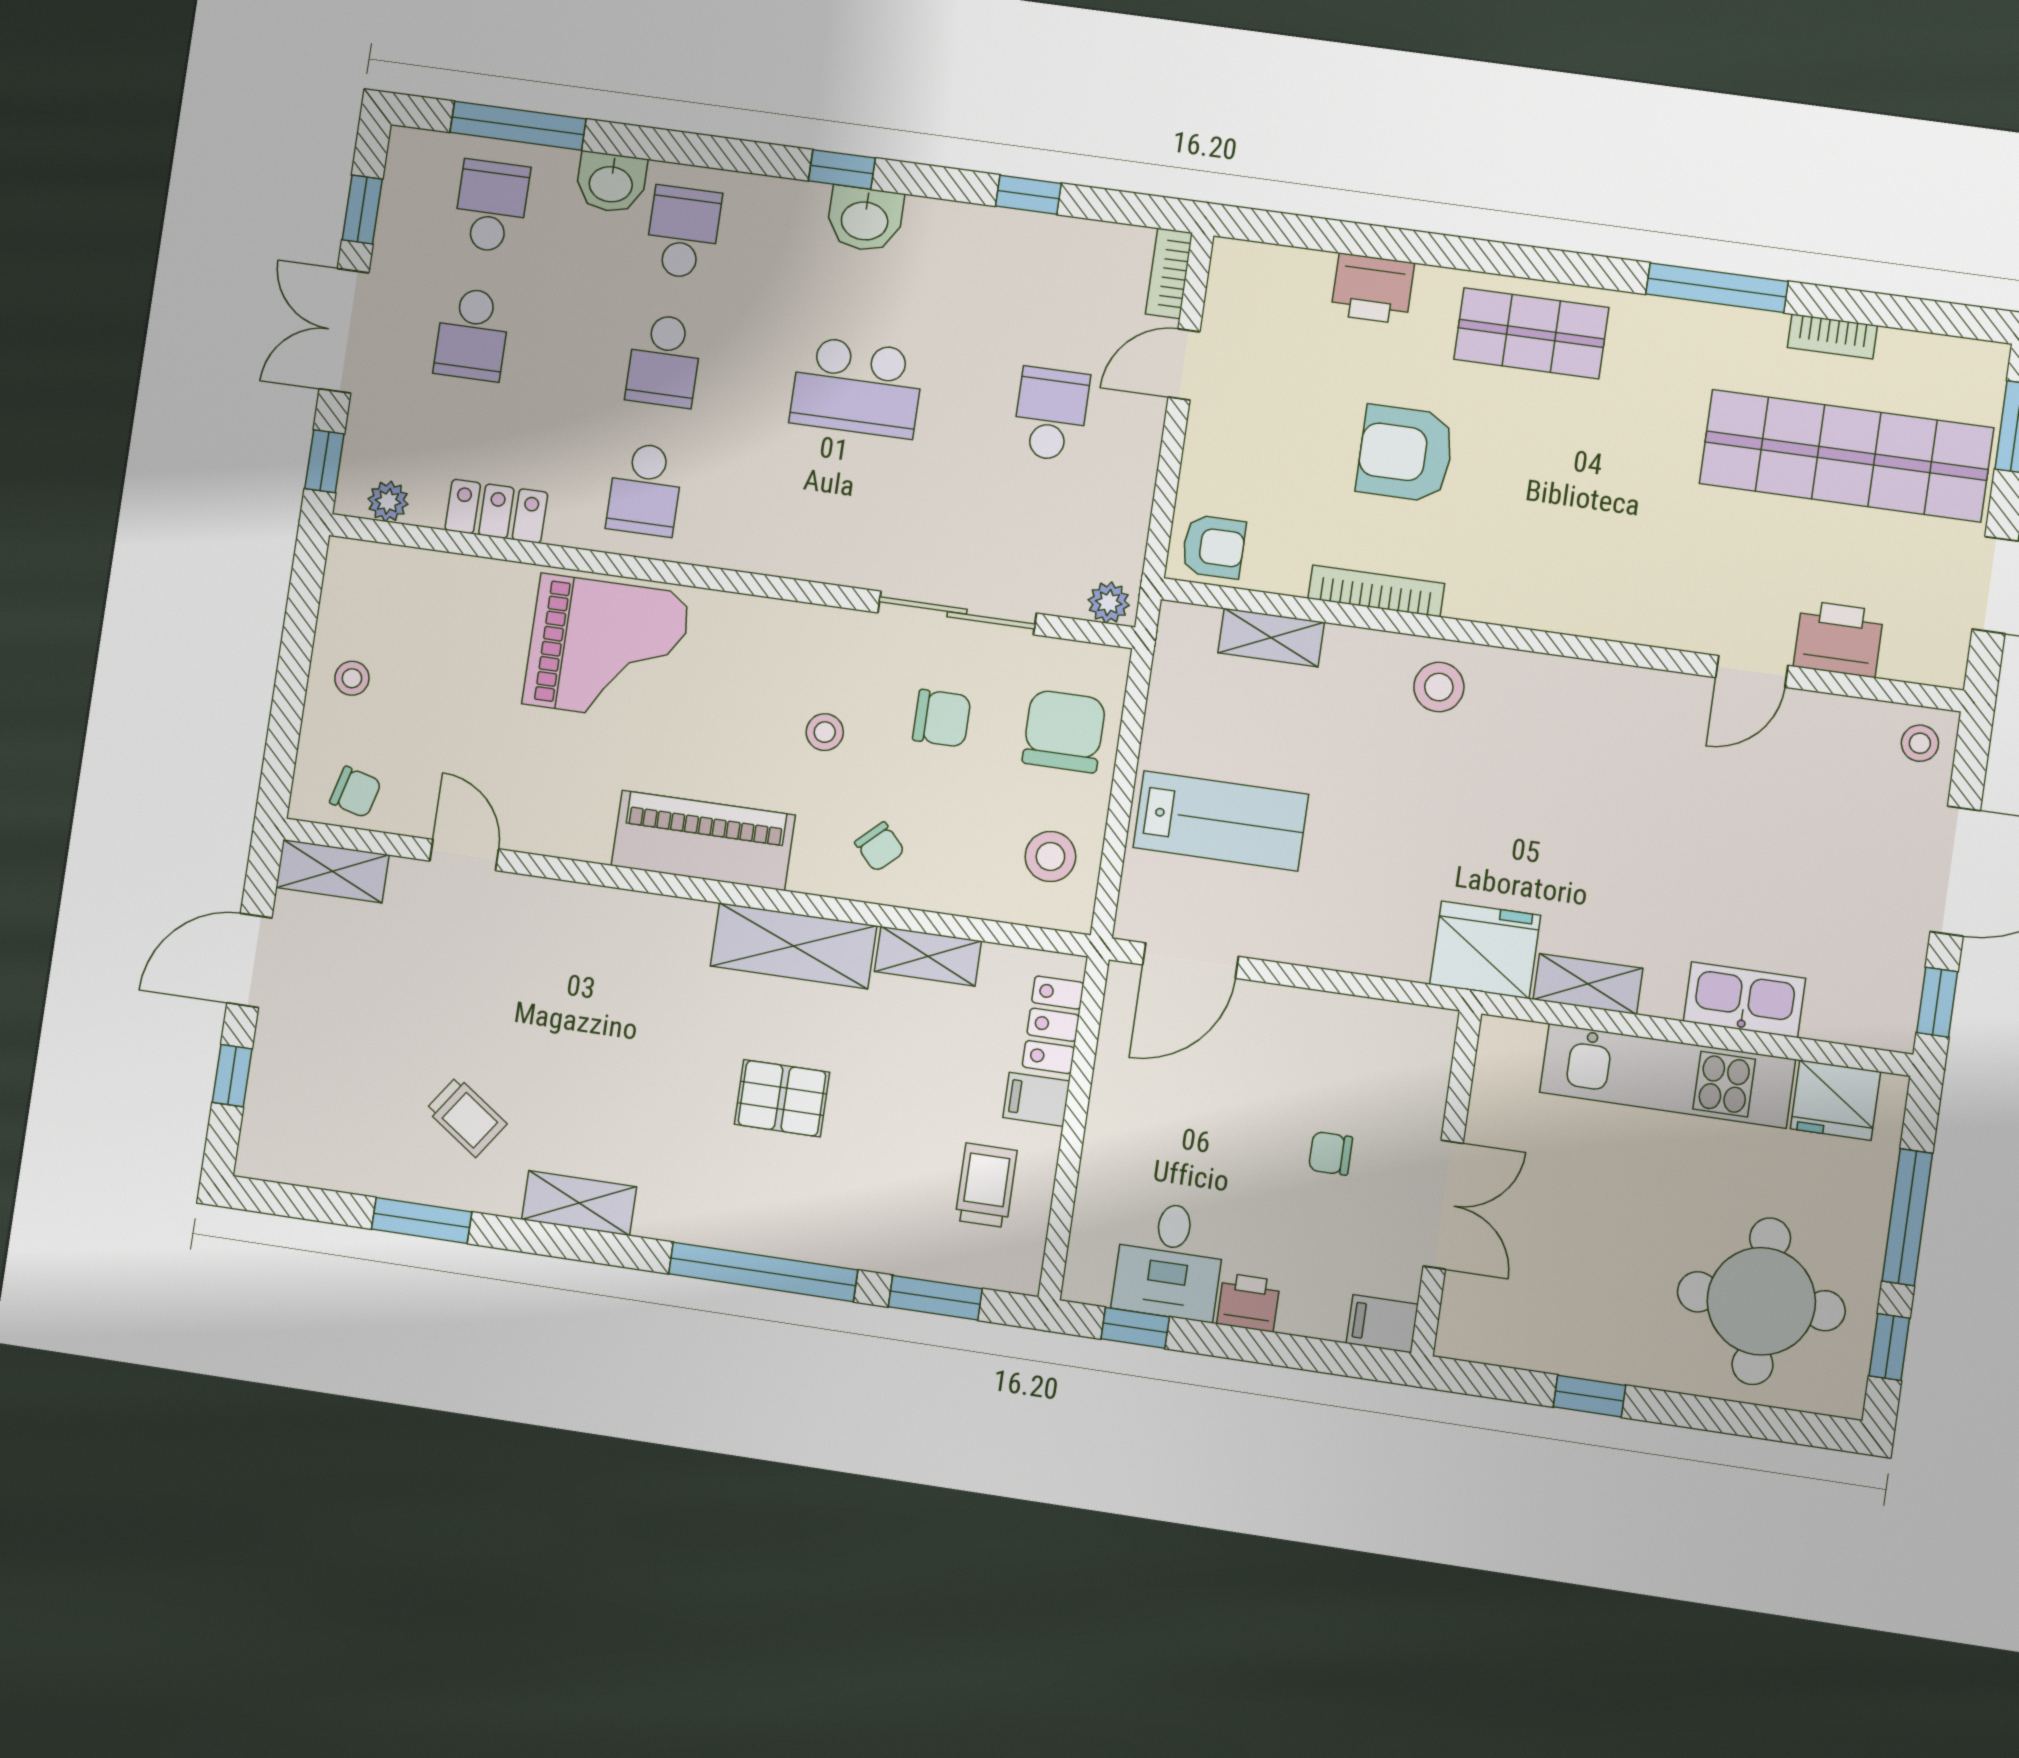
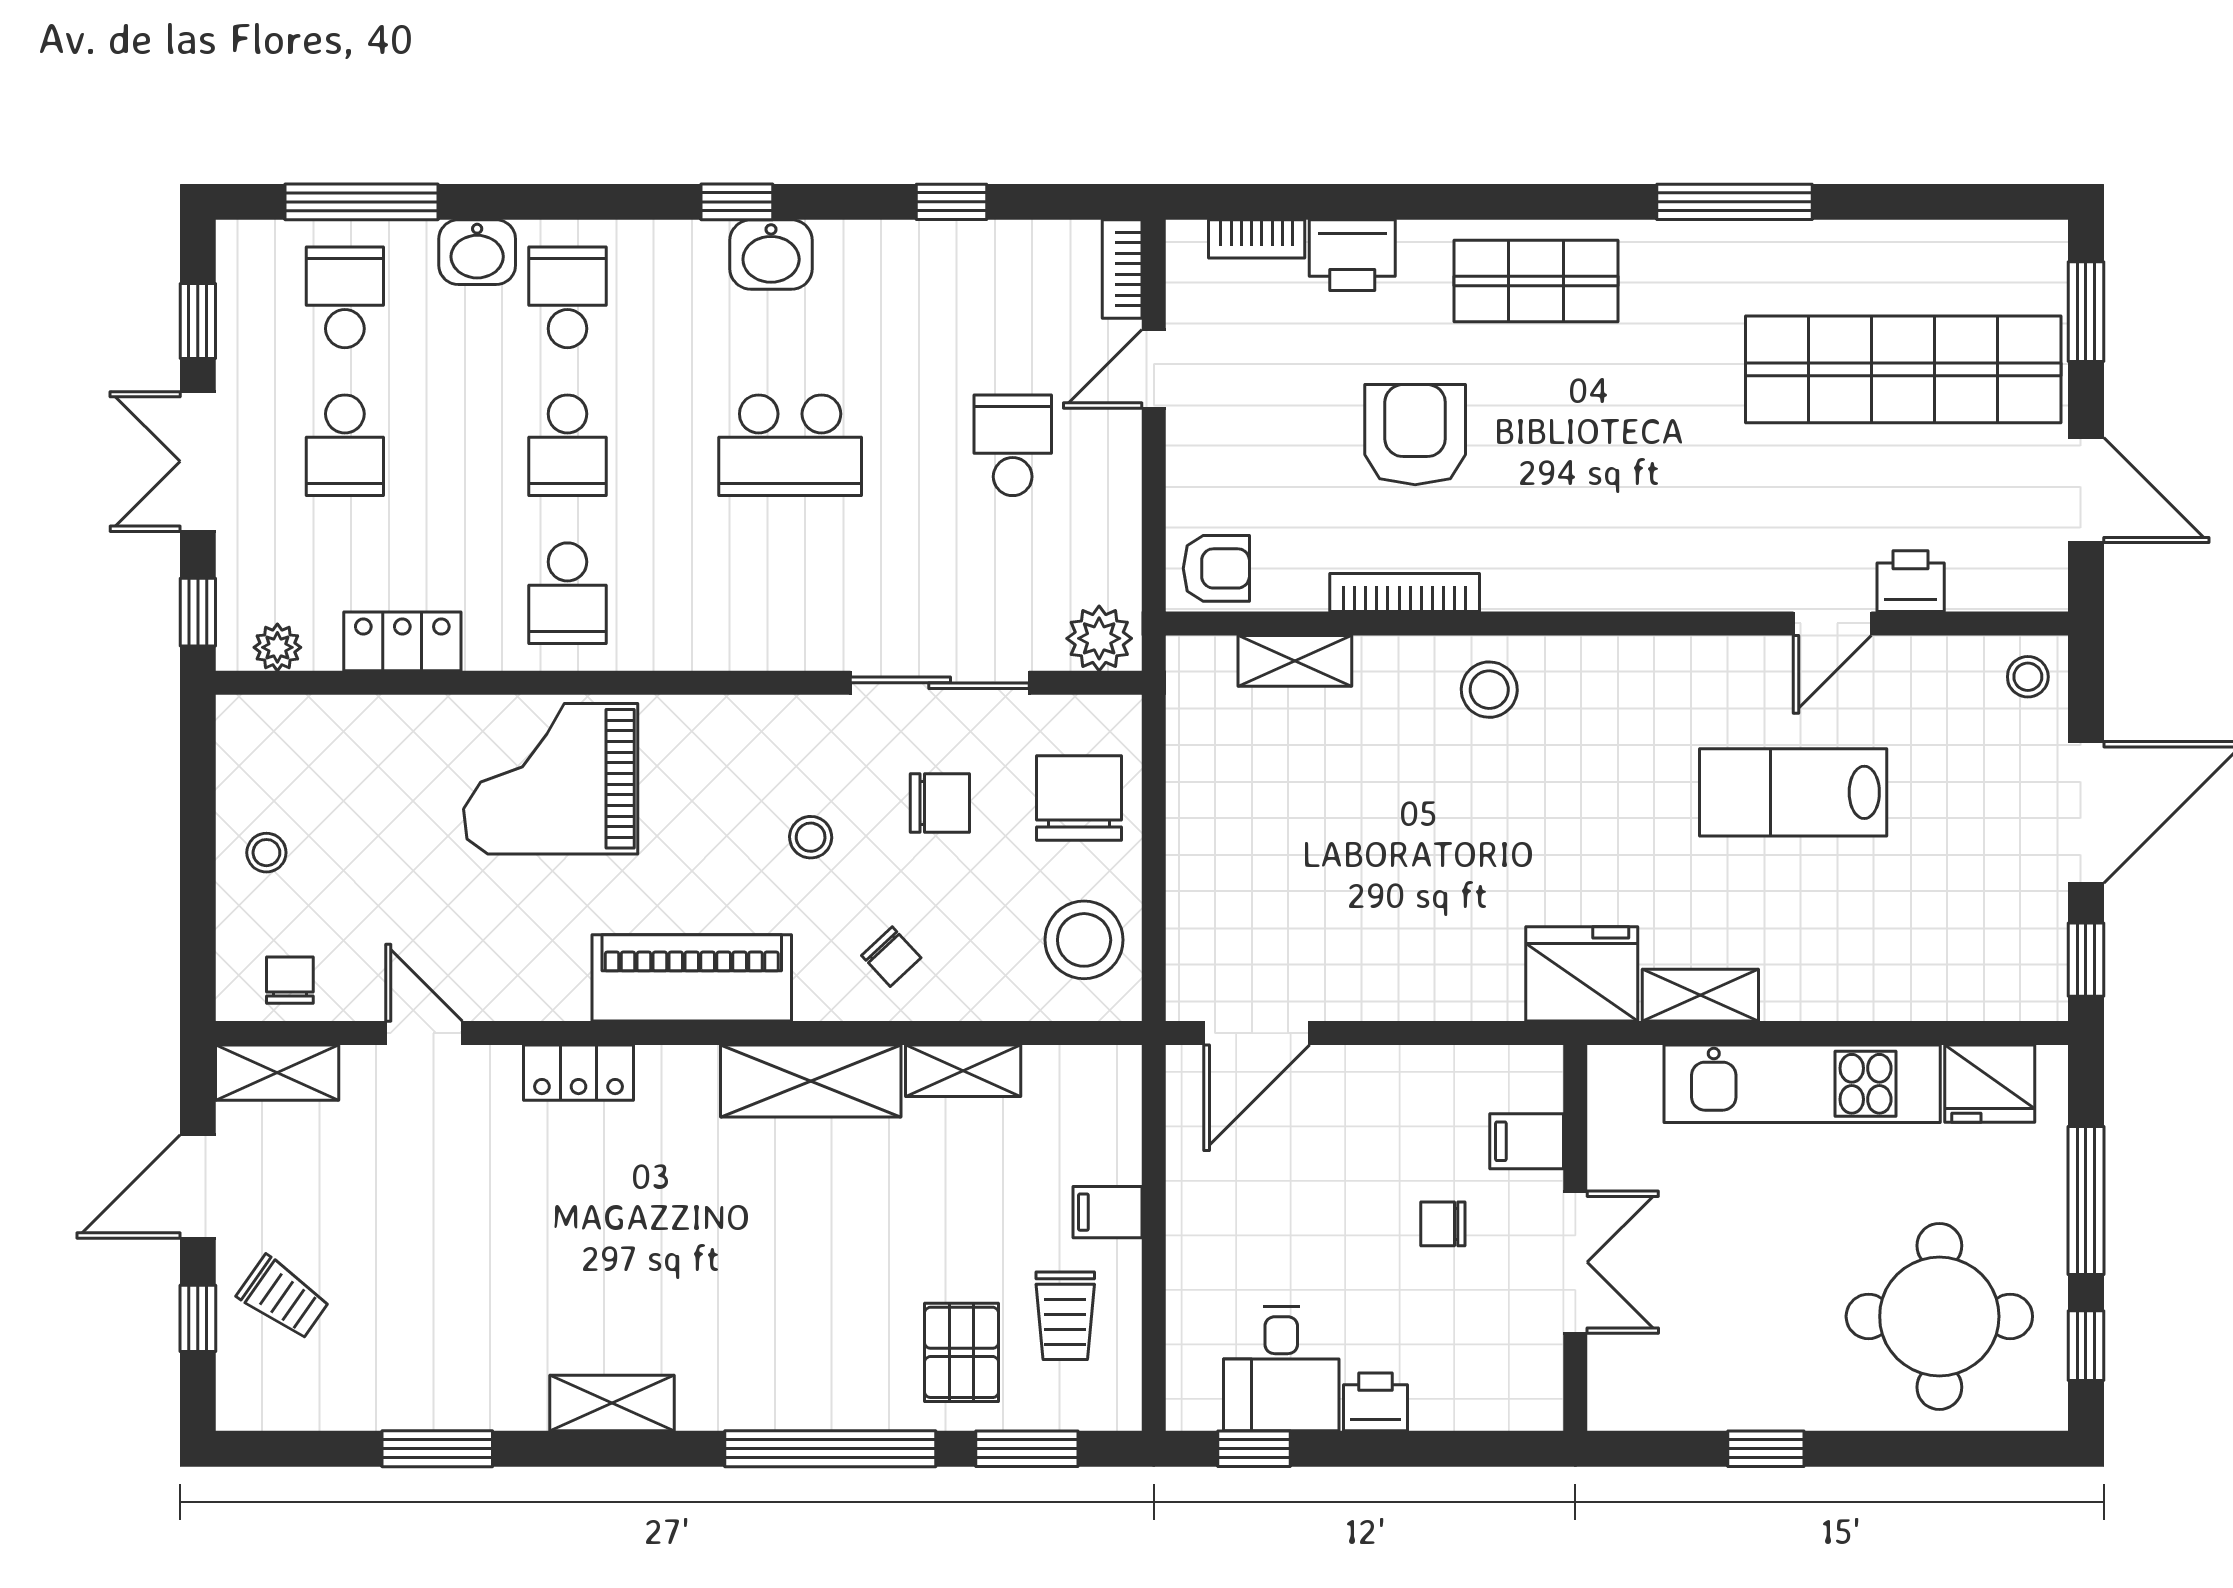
bookcase: (1832, 336) -> (1257, 239), moved
armchair: (1405, 454) -> (1415, 435), turned 90
plant: (1109, 603) -> (1099, 638), width x1.38, depth x1.38
printer: (1839, 639) -> (1911, 581), width x0.73, depth x0.81
grand piano: (607, 649) -> (551, 779), turned 180
chair: (356, 792) -> (290, 980), turned -105
lab bench: (1221, 821) -> (1793, 792), moved, turned 180
stool: (1050, 857) -> (1084, 940), width x1.38, depth x1.38
kitchen sink: (1744, 1000) -> (1875, 988), removed
locker: (1053, 1025) -> (579, 1073), moved, turned -90
pallet: (782, 1098) -> (962, 1352), moved, turned 90
trolley: (466, 1117) -> (283, 1298), moved
trolley: (986, 1185) -> (1065, 1316), turned 180
filing cabinet: (1382, 1324) -> (1527, 1141), moved

